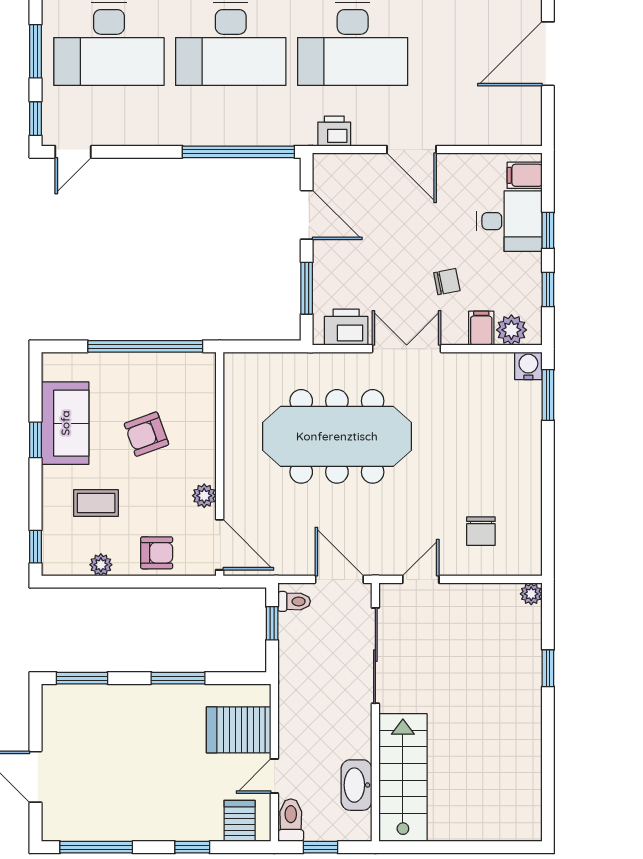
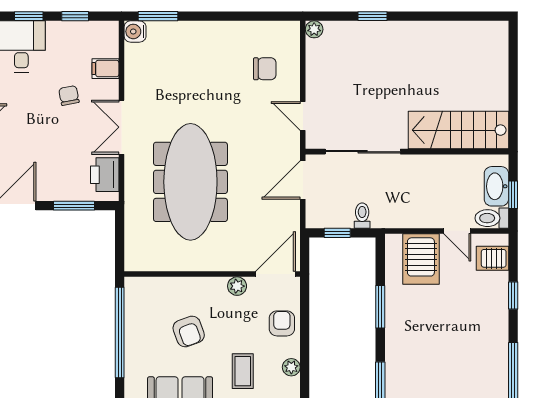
plant: (511, 330) -> (107, 45), removed
toilet: (294, 601) -> (362, 216), moved
washbasin: (356, 785) -> (496, 186), moved, turned 90

